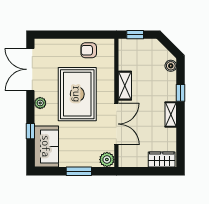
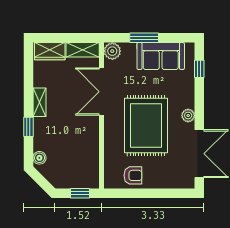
shelving: (125, 86) -> (83, 50), moved, turned 90
window: (30, 131) -> (199, 69), moved
sofa: (46, 146) -> (161, 56), moved, turned -90

